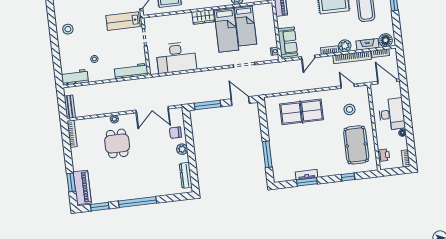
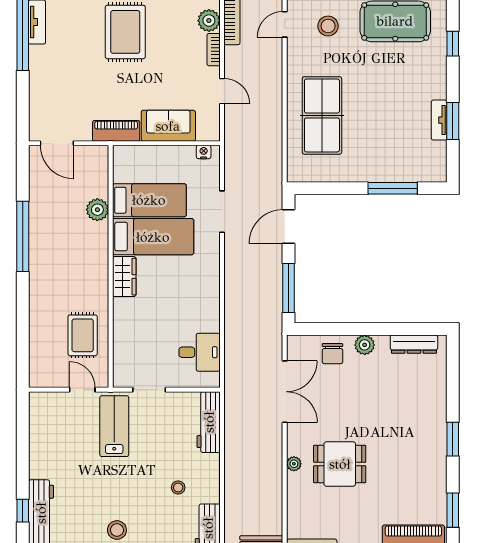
lab bench: (123, 21) -> (114, 426), turned 180
sofa: (288, 42) -> (168, 126), moved
desk: (176, 57) -> (200, 352), width x0.53, depth x0.77
window: (138, 202) -> (453, 439), width x0.47

